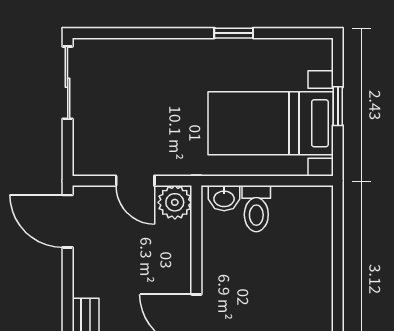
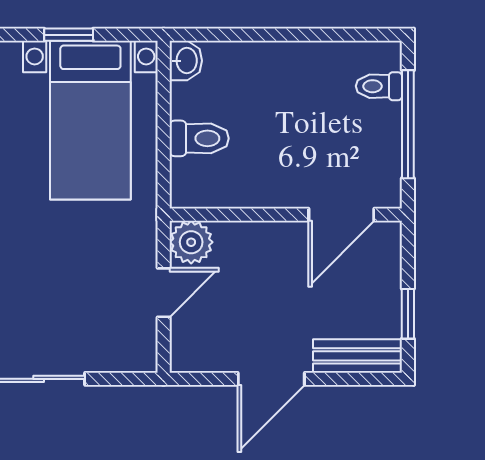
washbasin: (224, 198) -> (186, 61), moved
door: (68, 221) -> (271, 379), moved

